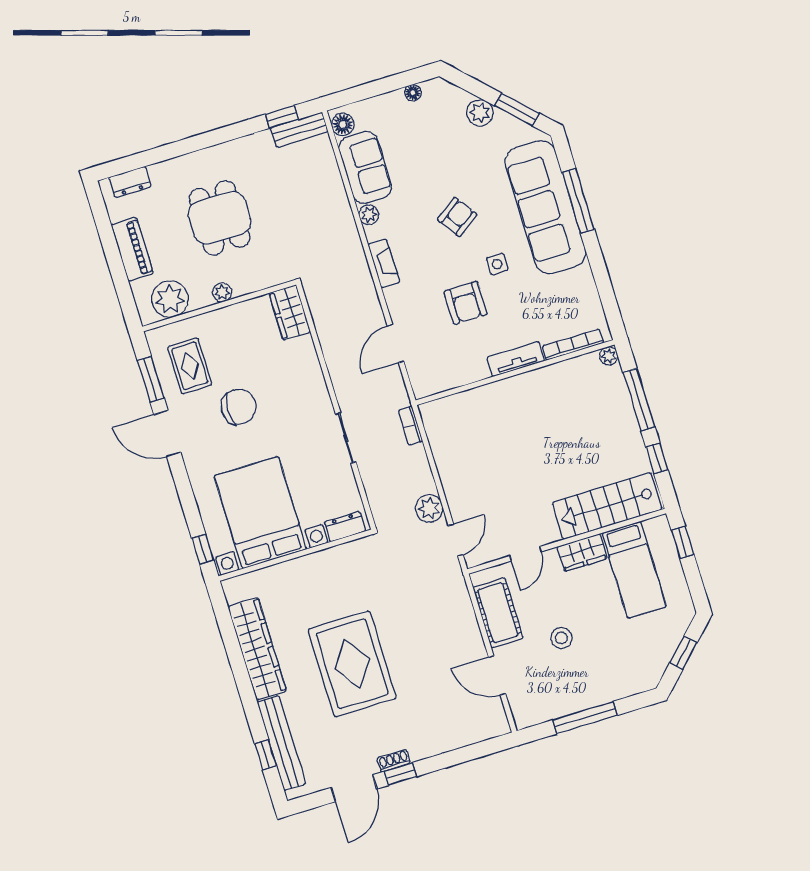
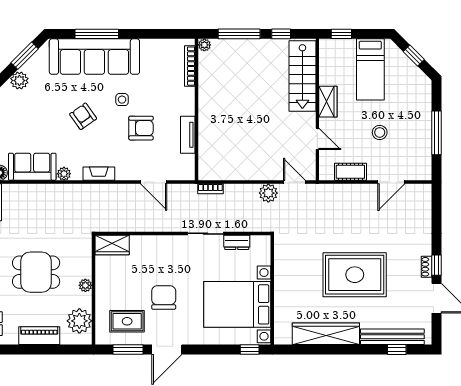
tv unit: (516, 359) -> (188, 135), moved
dresser: (345, 527) -> (237, 242), moved, turned -90
bed: (634, 570) -> (370, 69), moved, turned 90
cot: (498, 613) -> (350, 172), width x0.73, depth x0.75

